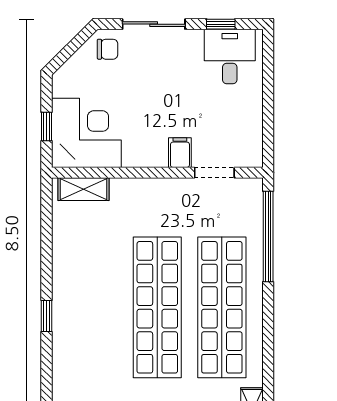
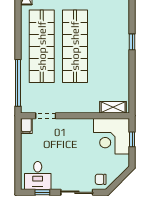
filing cabinet: (180, 153) -> (26, 126), moved

